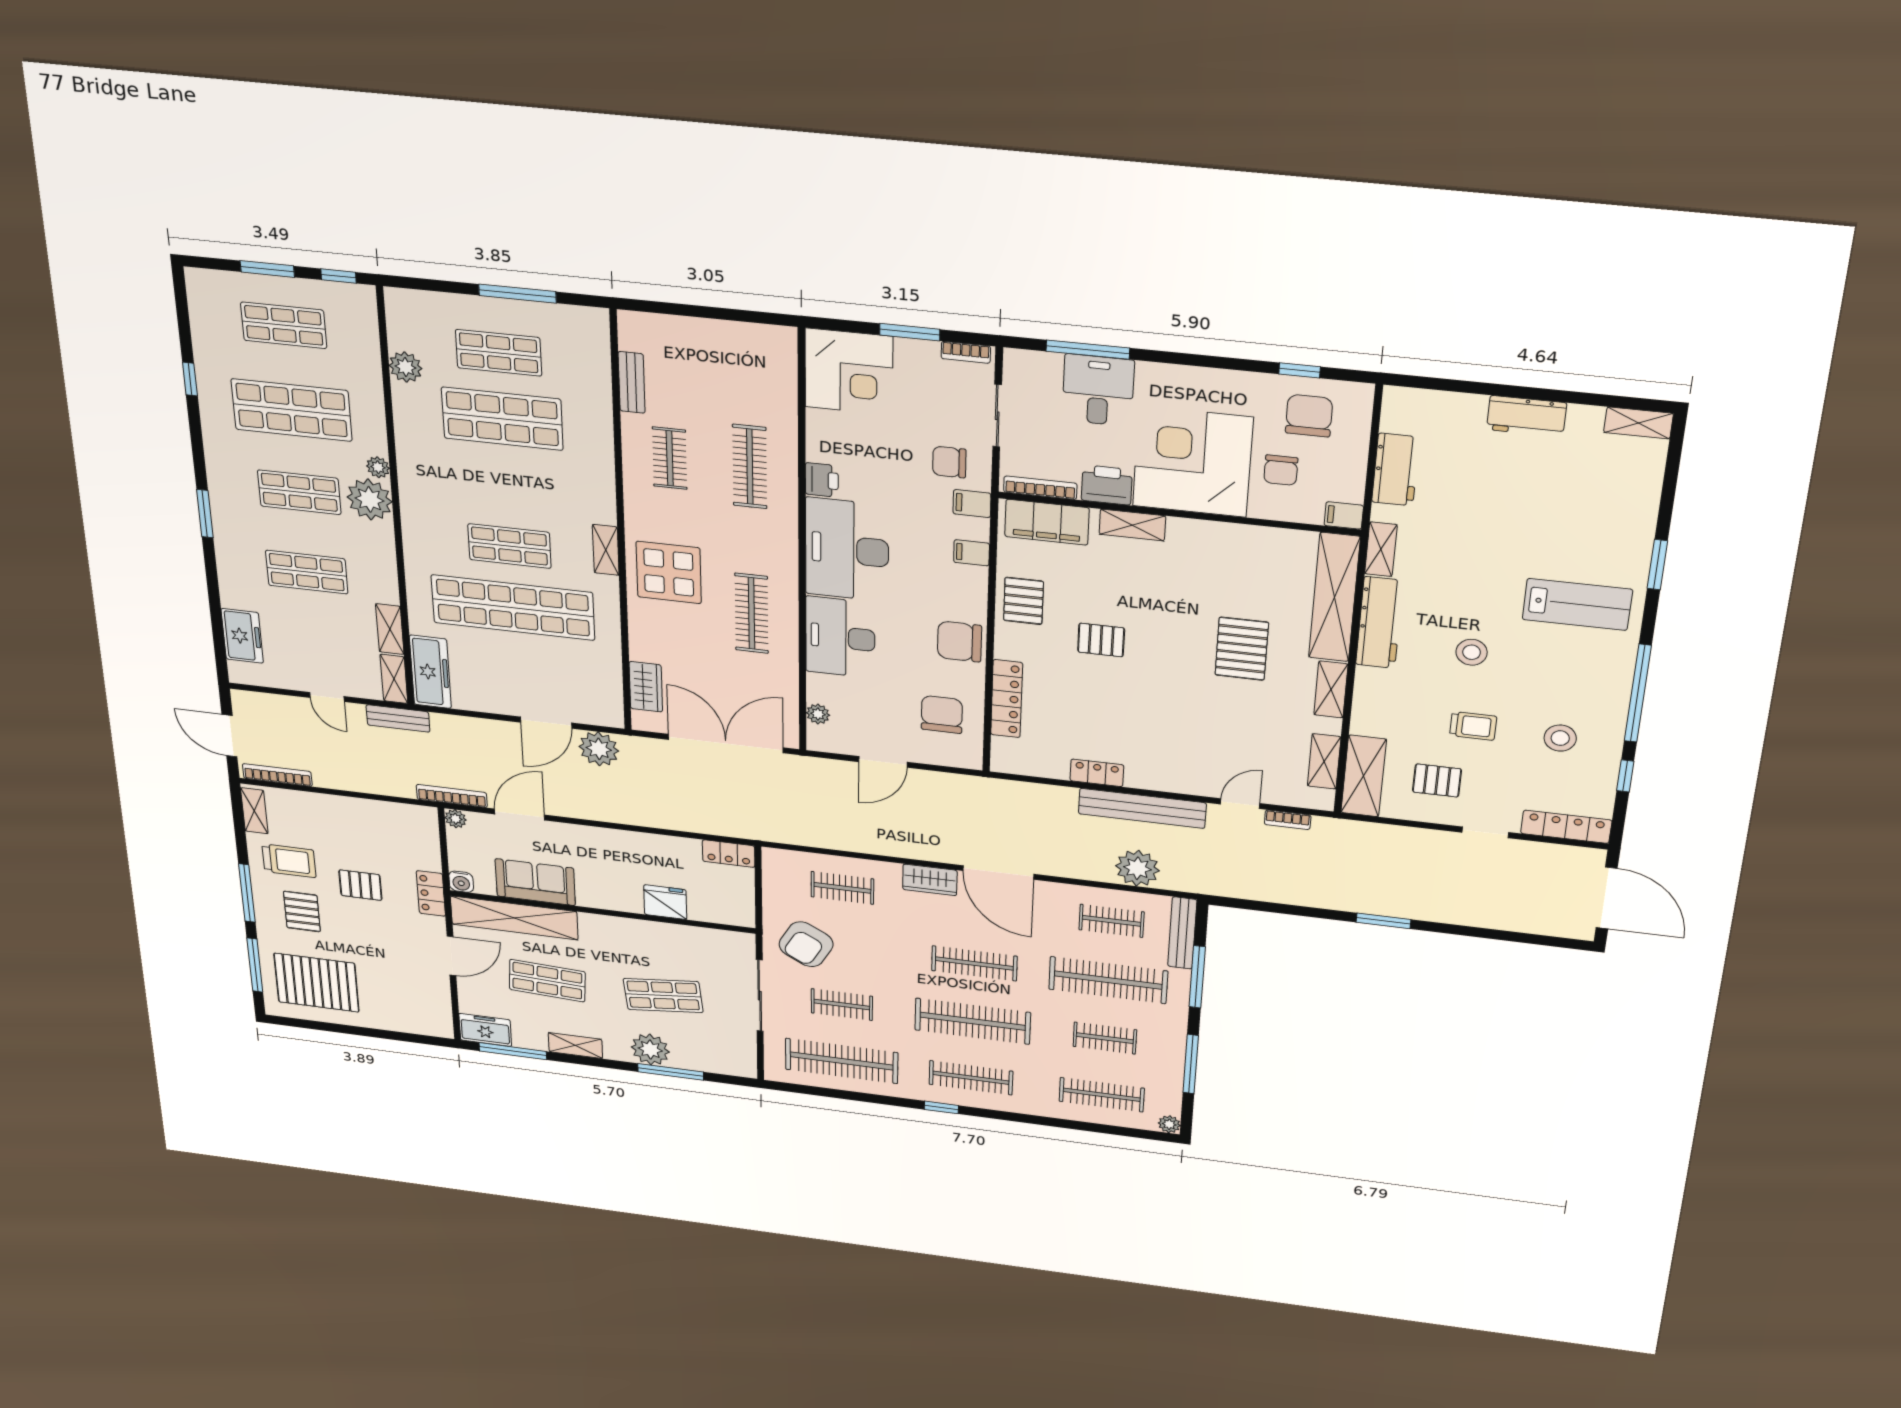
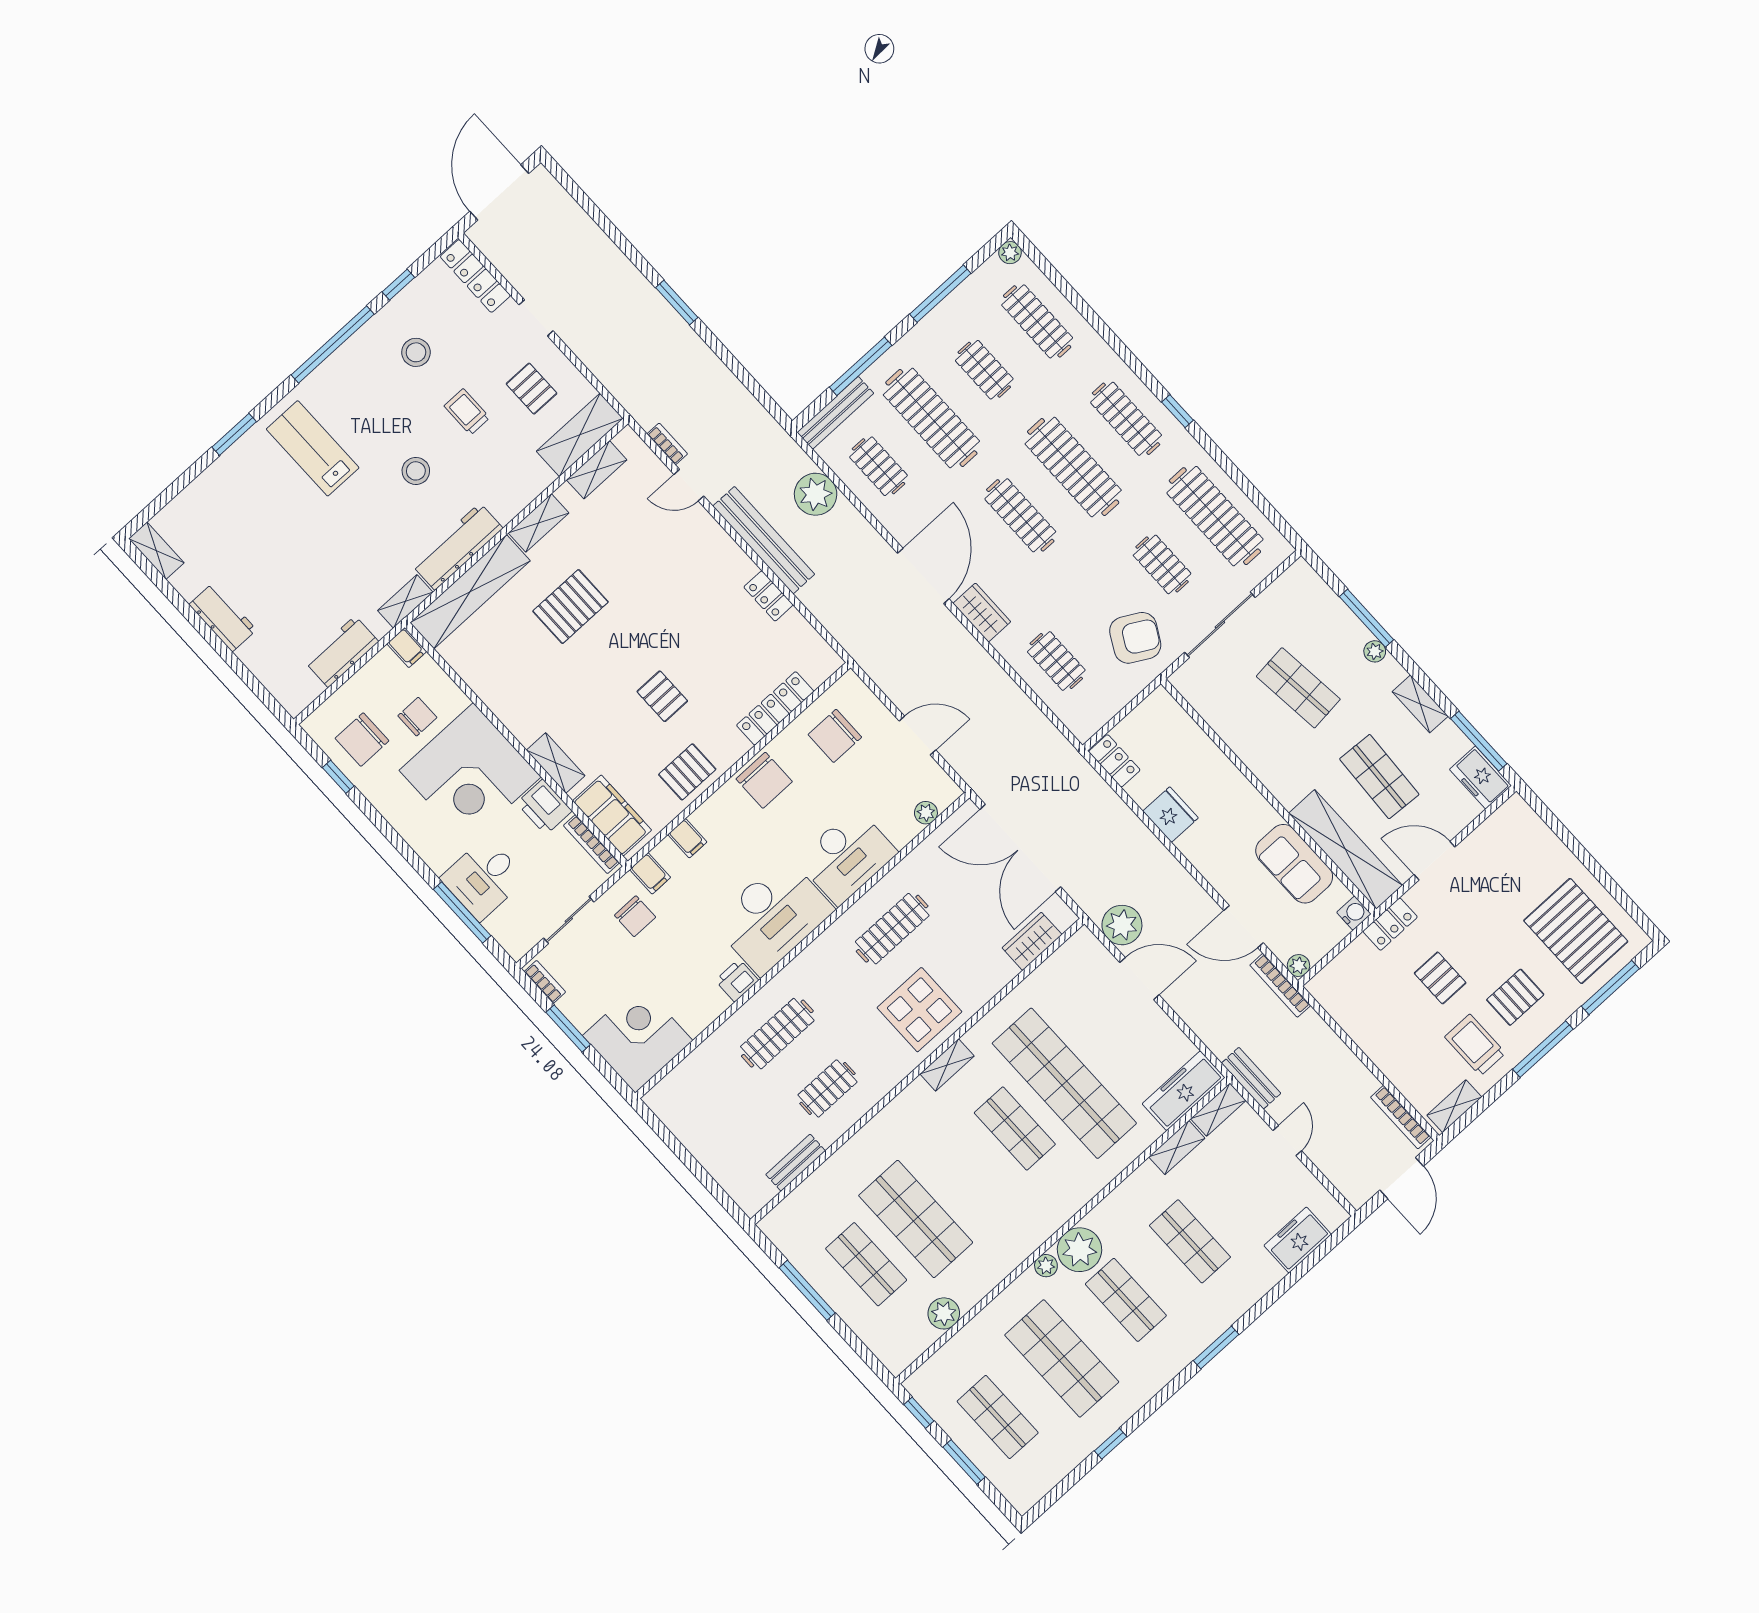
fridge: (665, 902) -> (1171, 815), moved, turned 180
plant: (650, 1049) -> (1375, 651), width x0.53, depth x0.53

